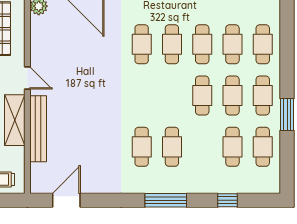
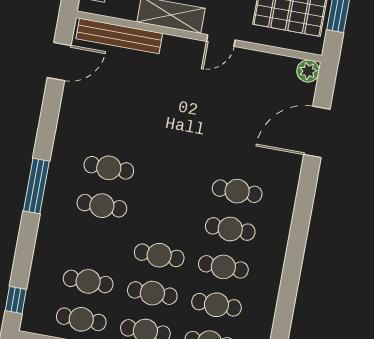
bench: (38, 129) -> (119, 36), moved
door: (66, 200) -> (59, 61), hinge flipped
window: (228, 200) -> (16, 300), moved

